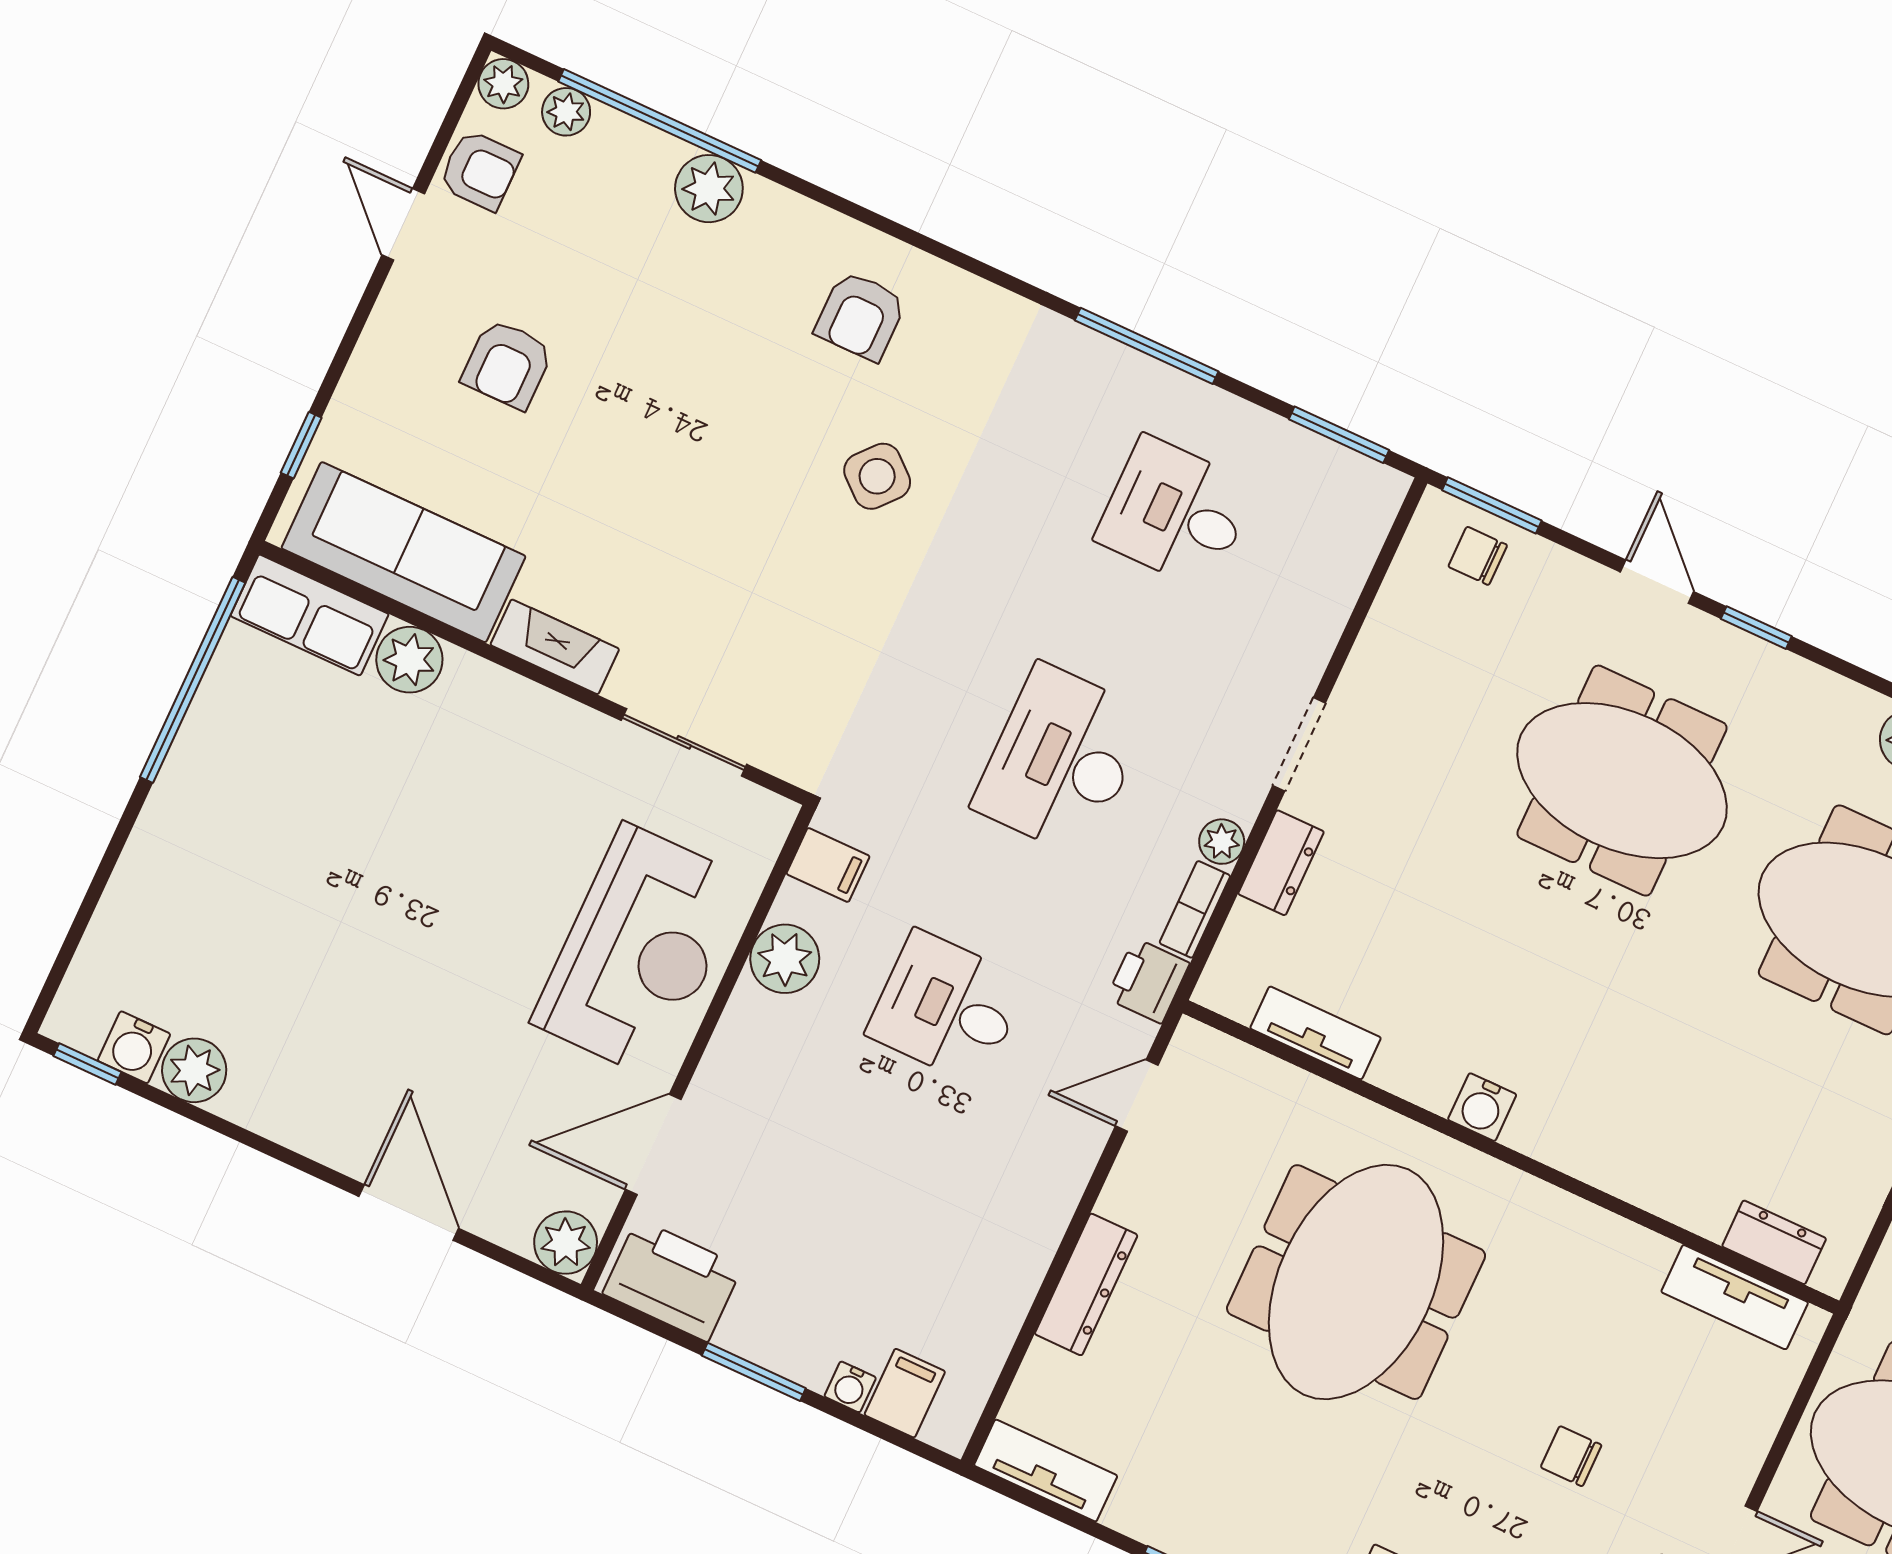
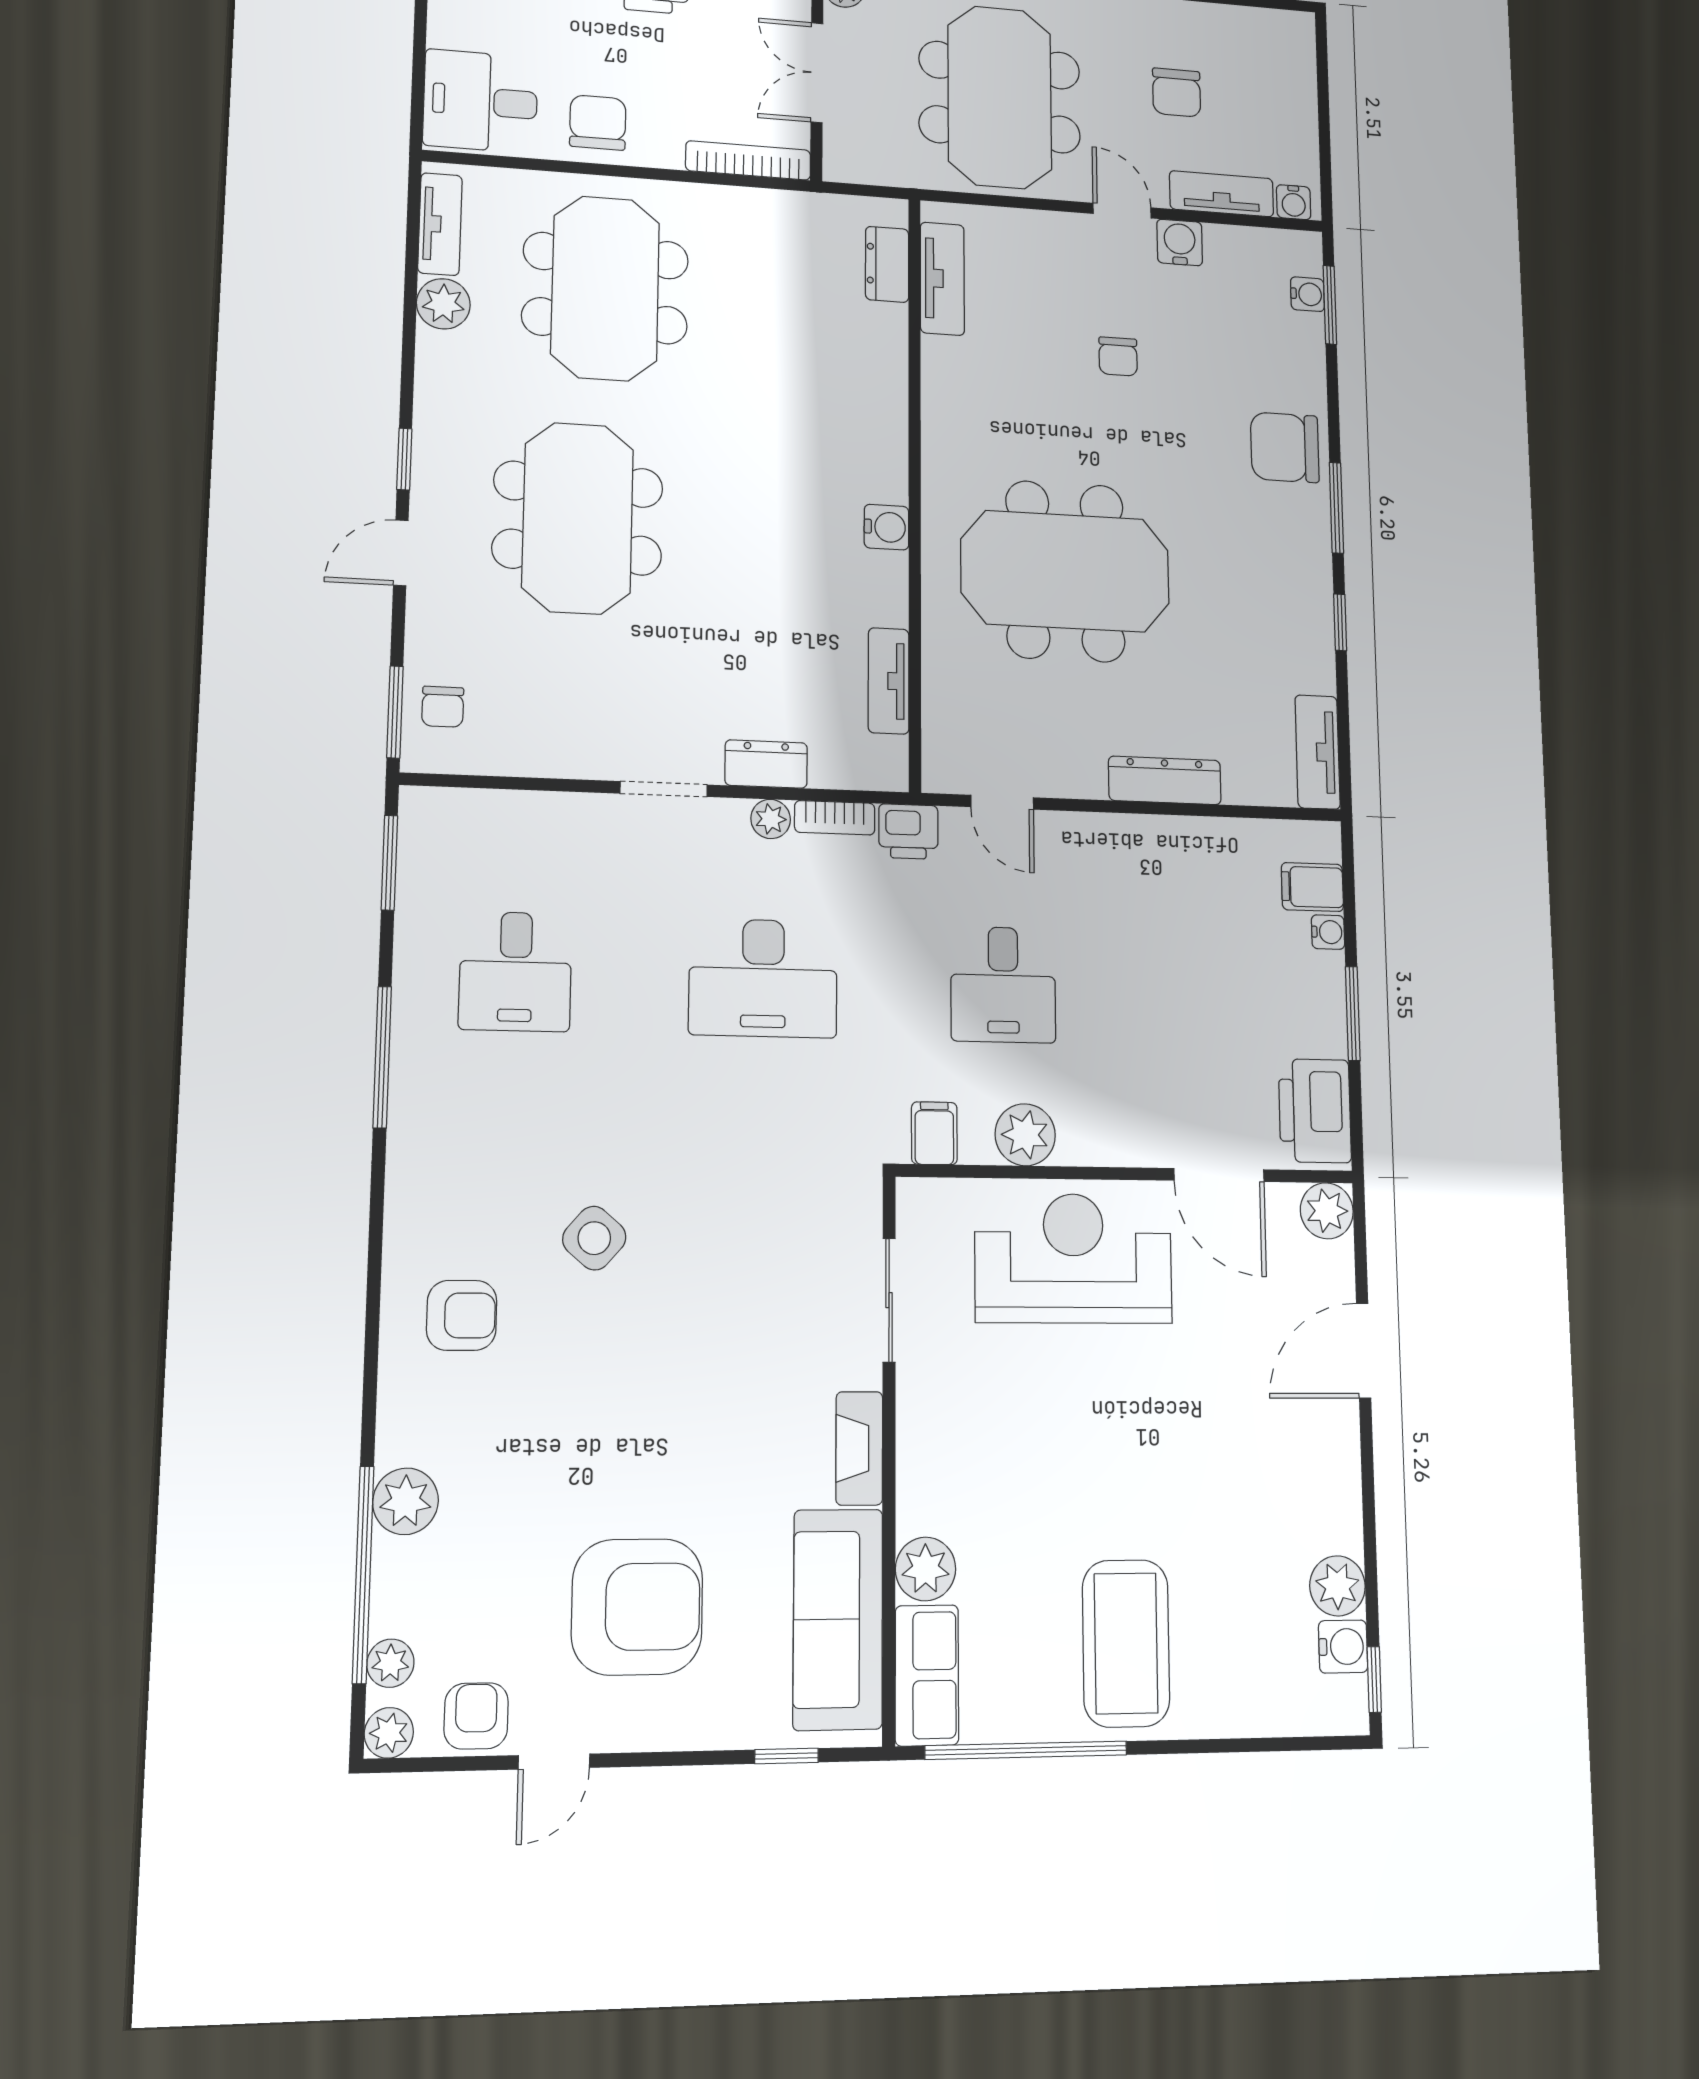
armchair: (507, 364) -> (637, 1607), width x1.88, depth x1.88
coffee table: (244, 827) -> (1126, 1643), added

